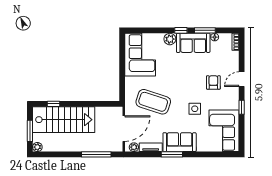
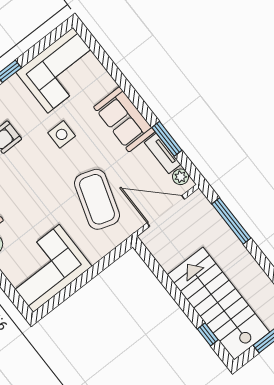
window: (172, 154) -> (167, 139), moved

